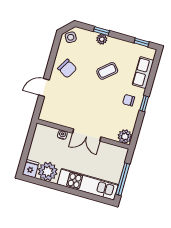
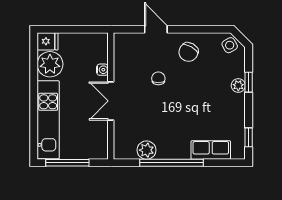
coffee table: (107, 71) -> (200, 104), removed
chair: (129, 100) -> (158, 78), moved
window: (144, 104) -> (172, 163), width x3.17
plant: (125, 136) -> (147, 150), moved

